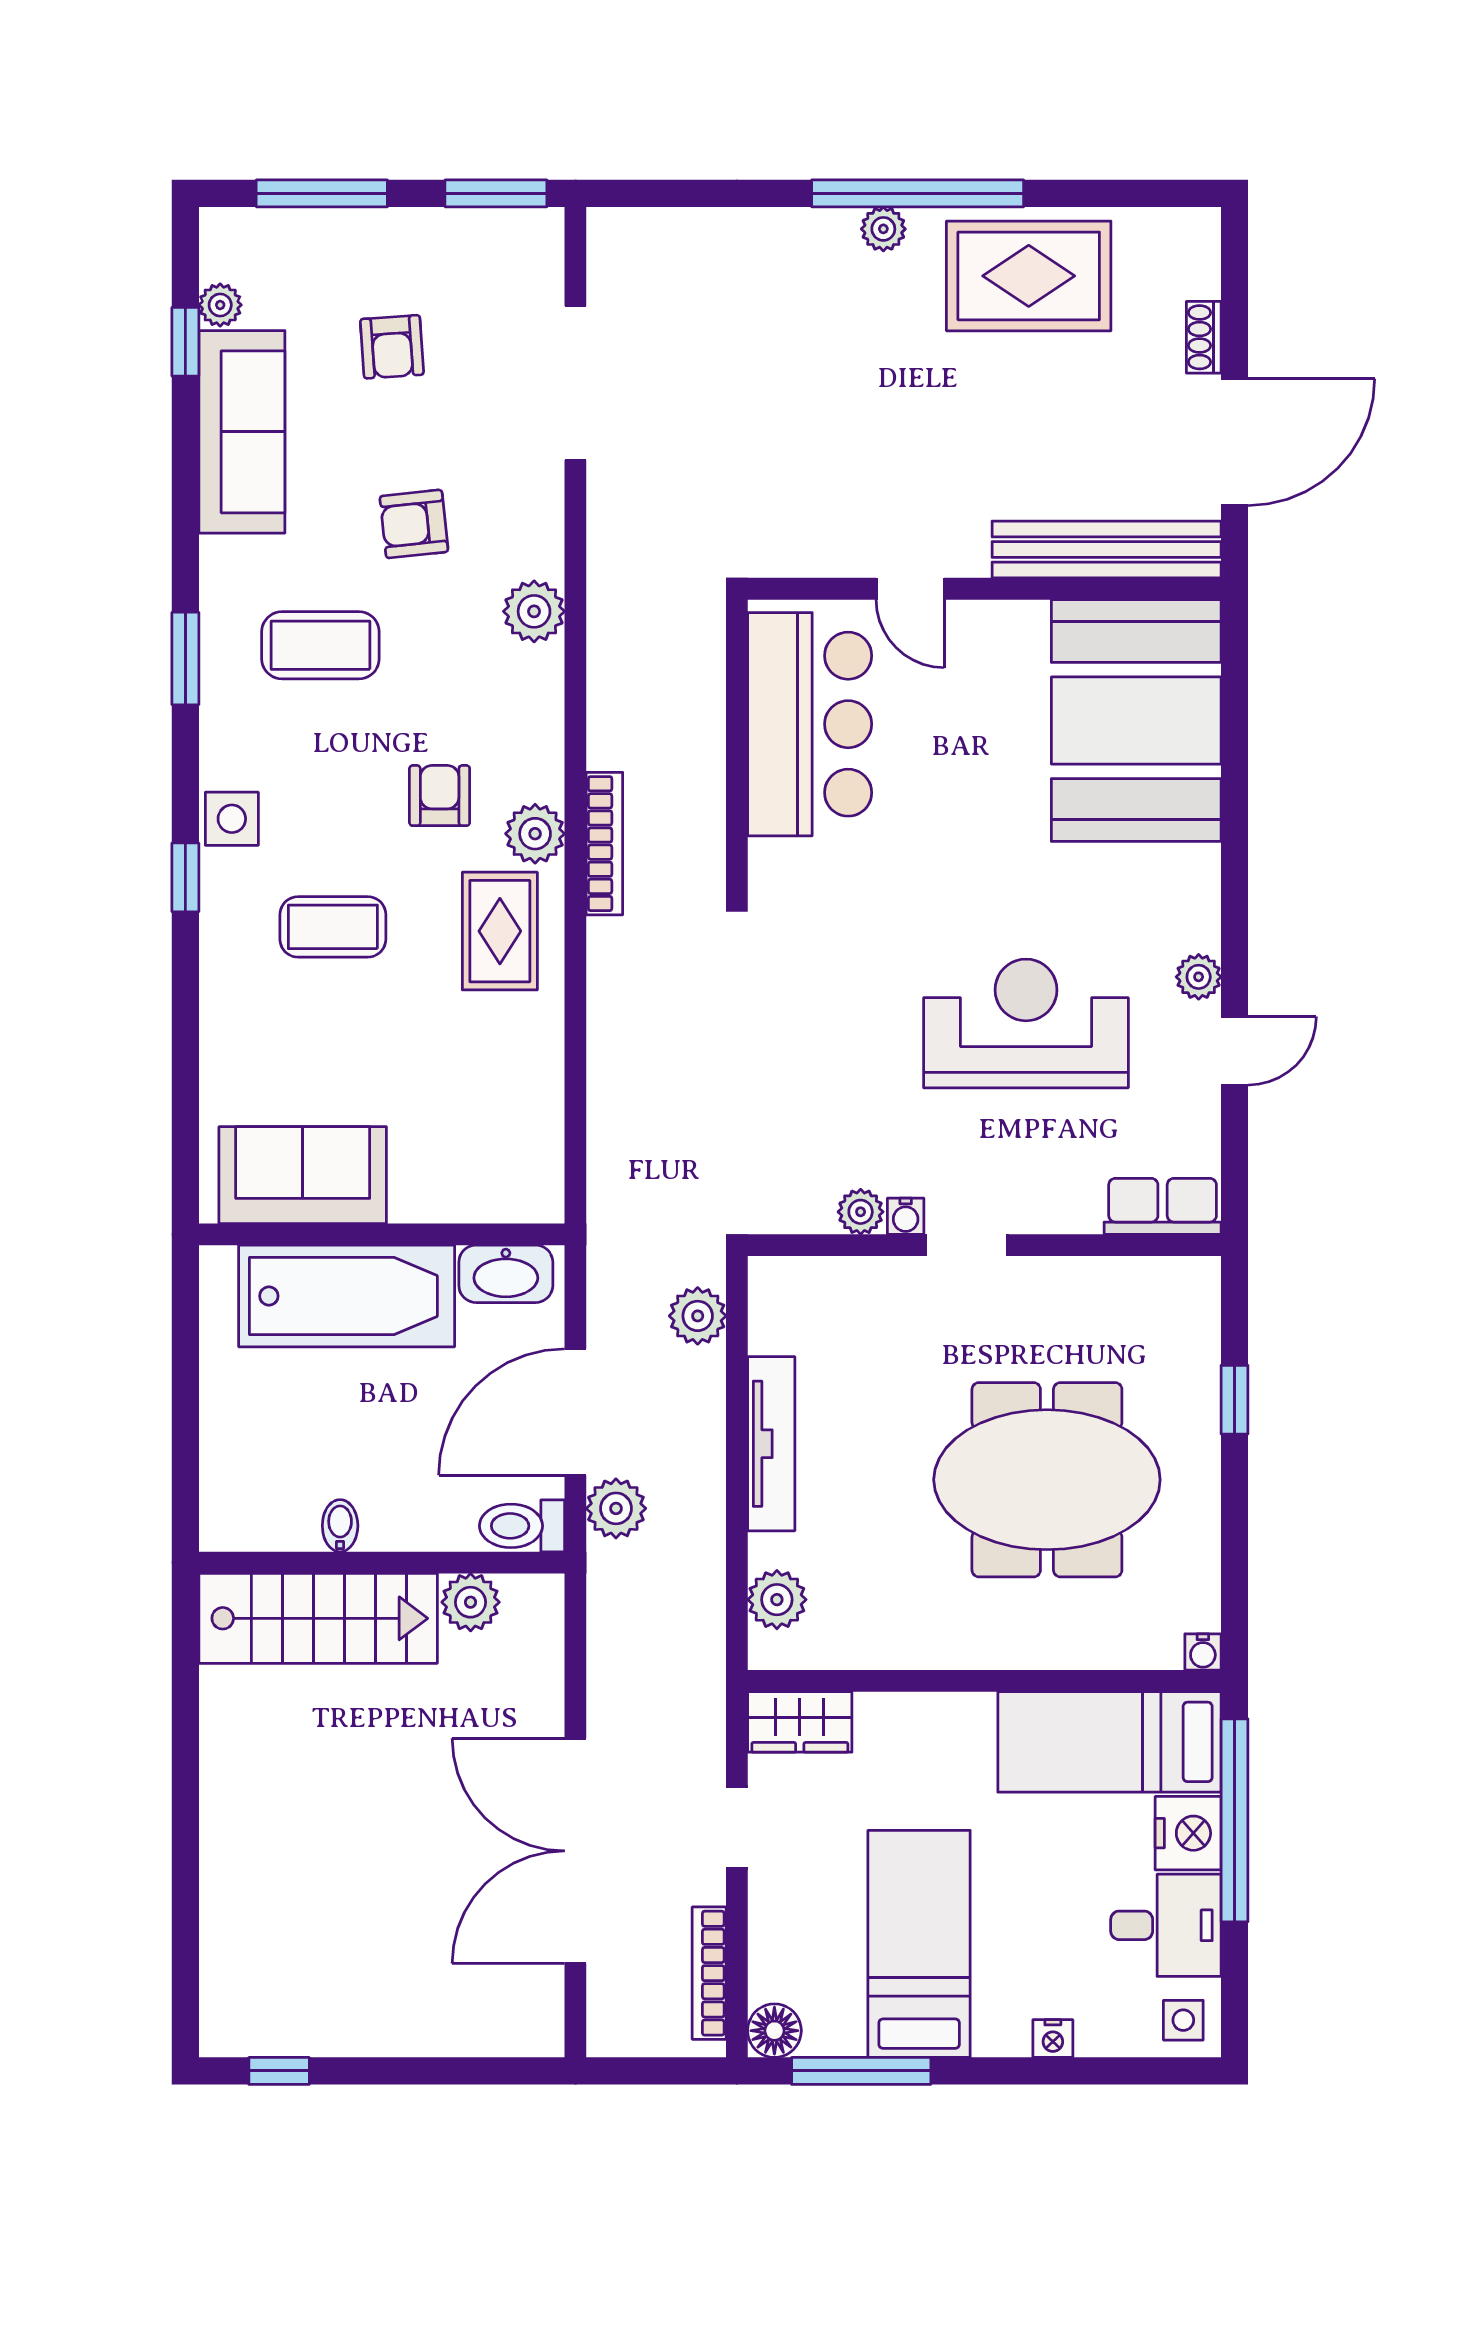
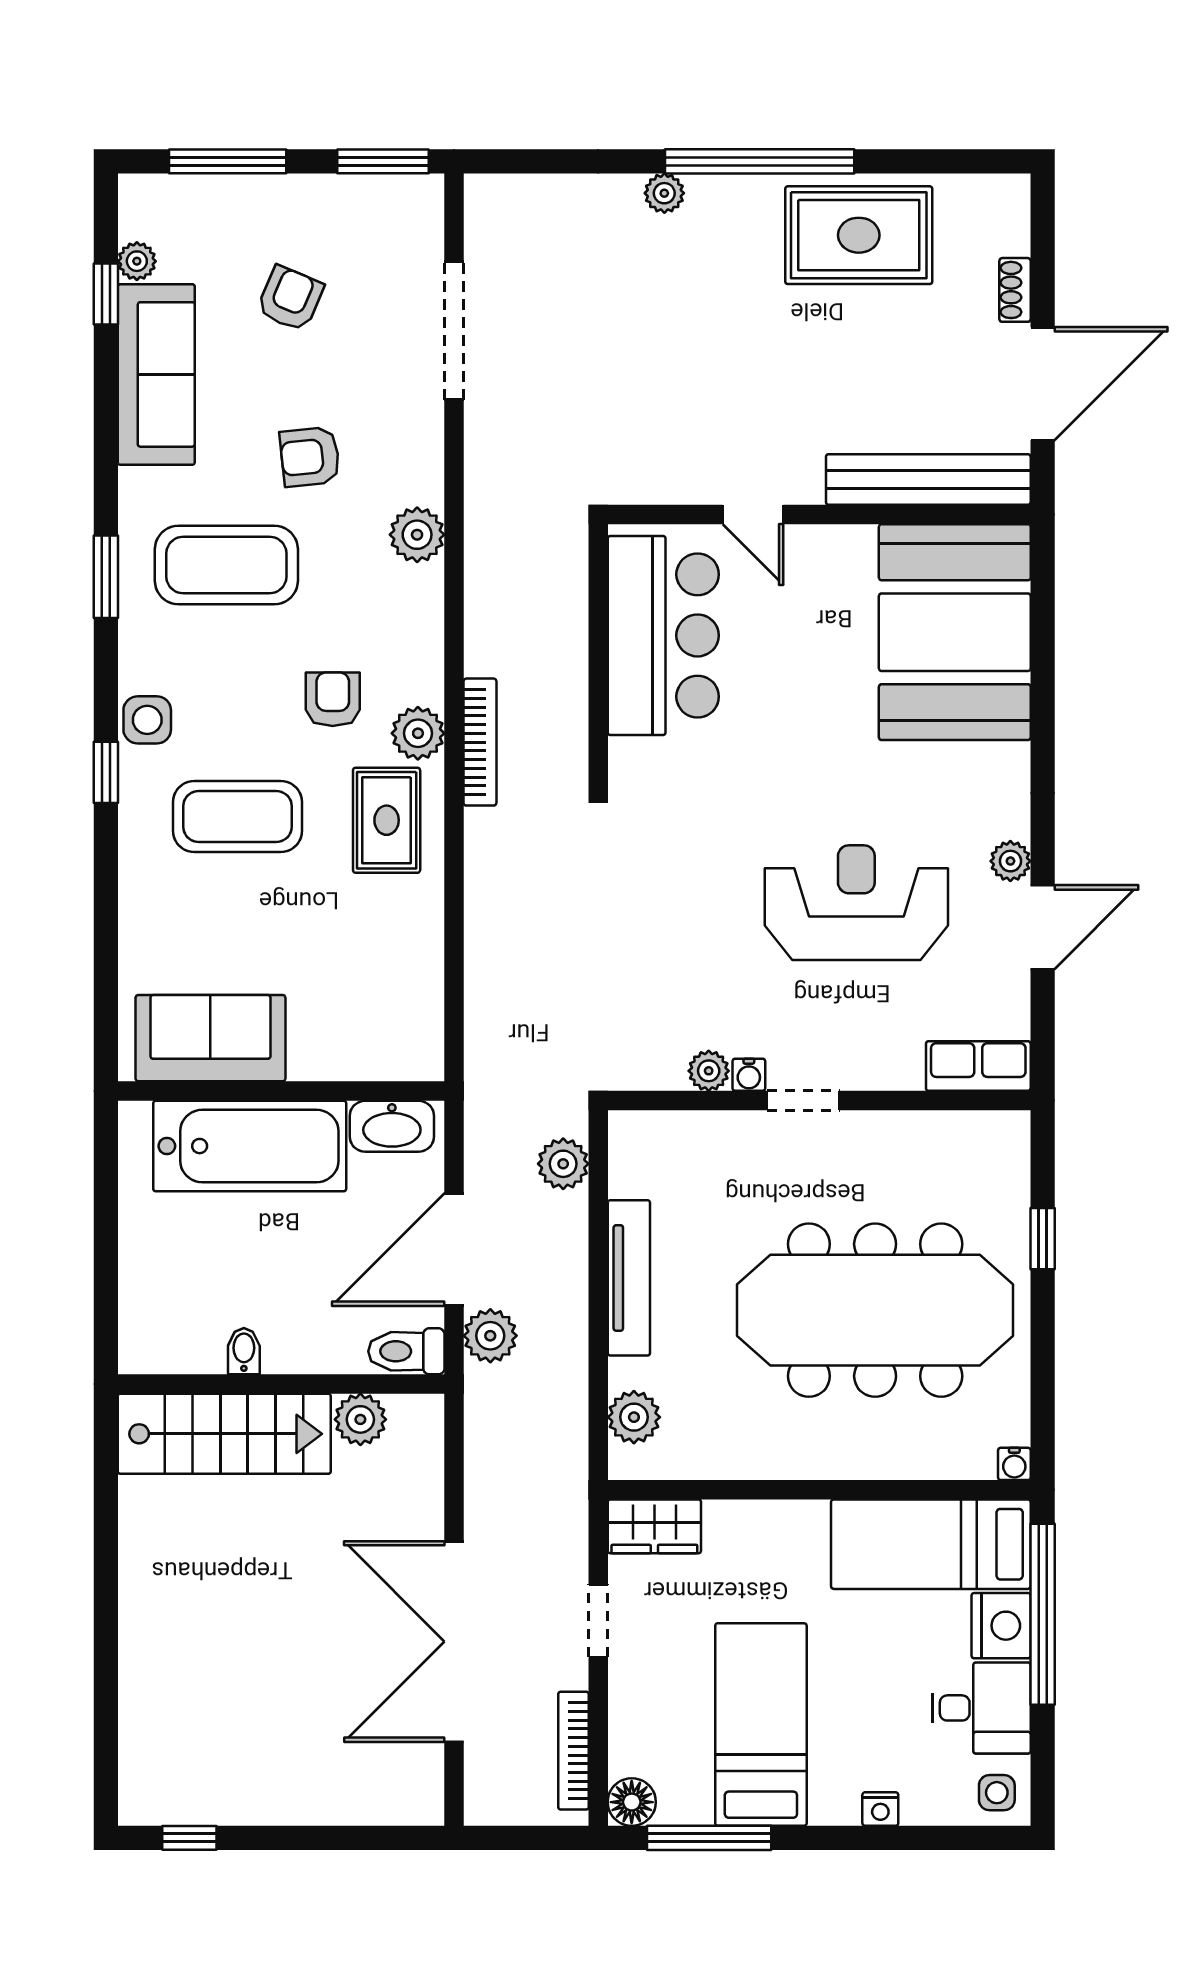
plant: (883, 229) -> (664, 193), moved
armchair: (392, 347) -> (290, 299), turned -153
coffee table: (320, 645) -> (226, 565), width x1.36, depth x1.32
coffee table: (333, 927) -> (237, 816), width x1.36, depth x1.32
door: (1235, 1051) -> (1043, 927), width x1.37
meeting table: (1047, 1480) -> (875, 1310), width x1.36

